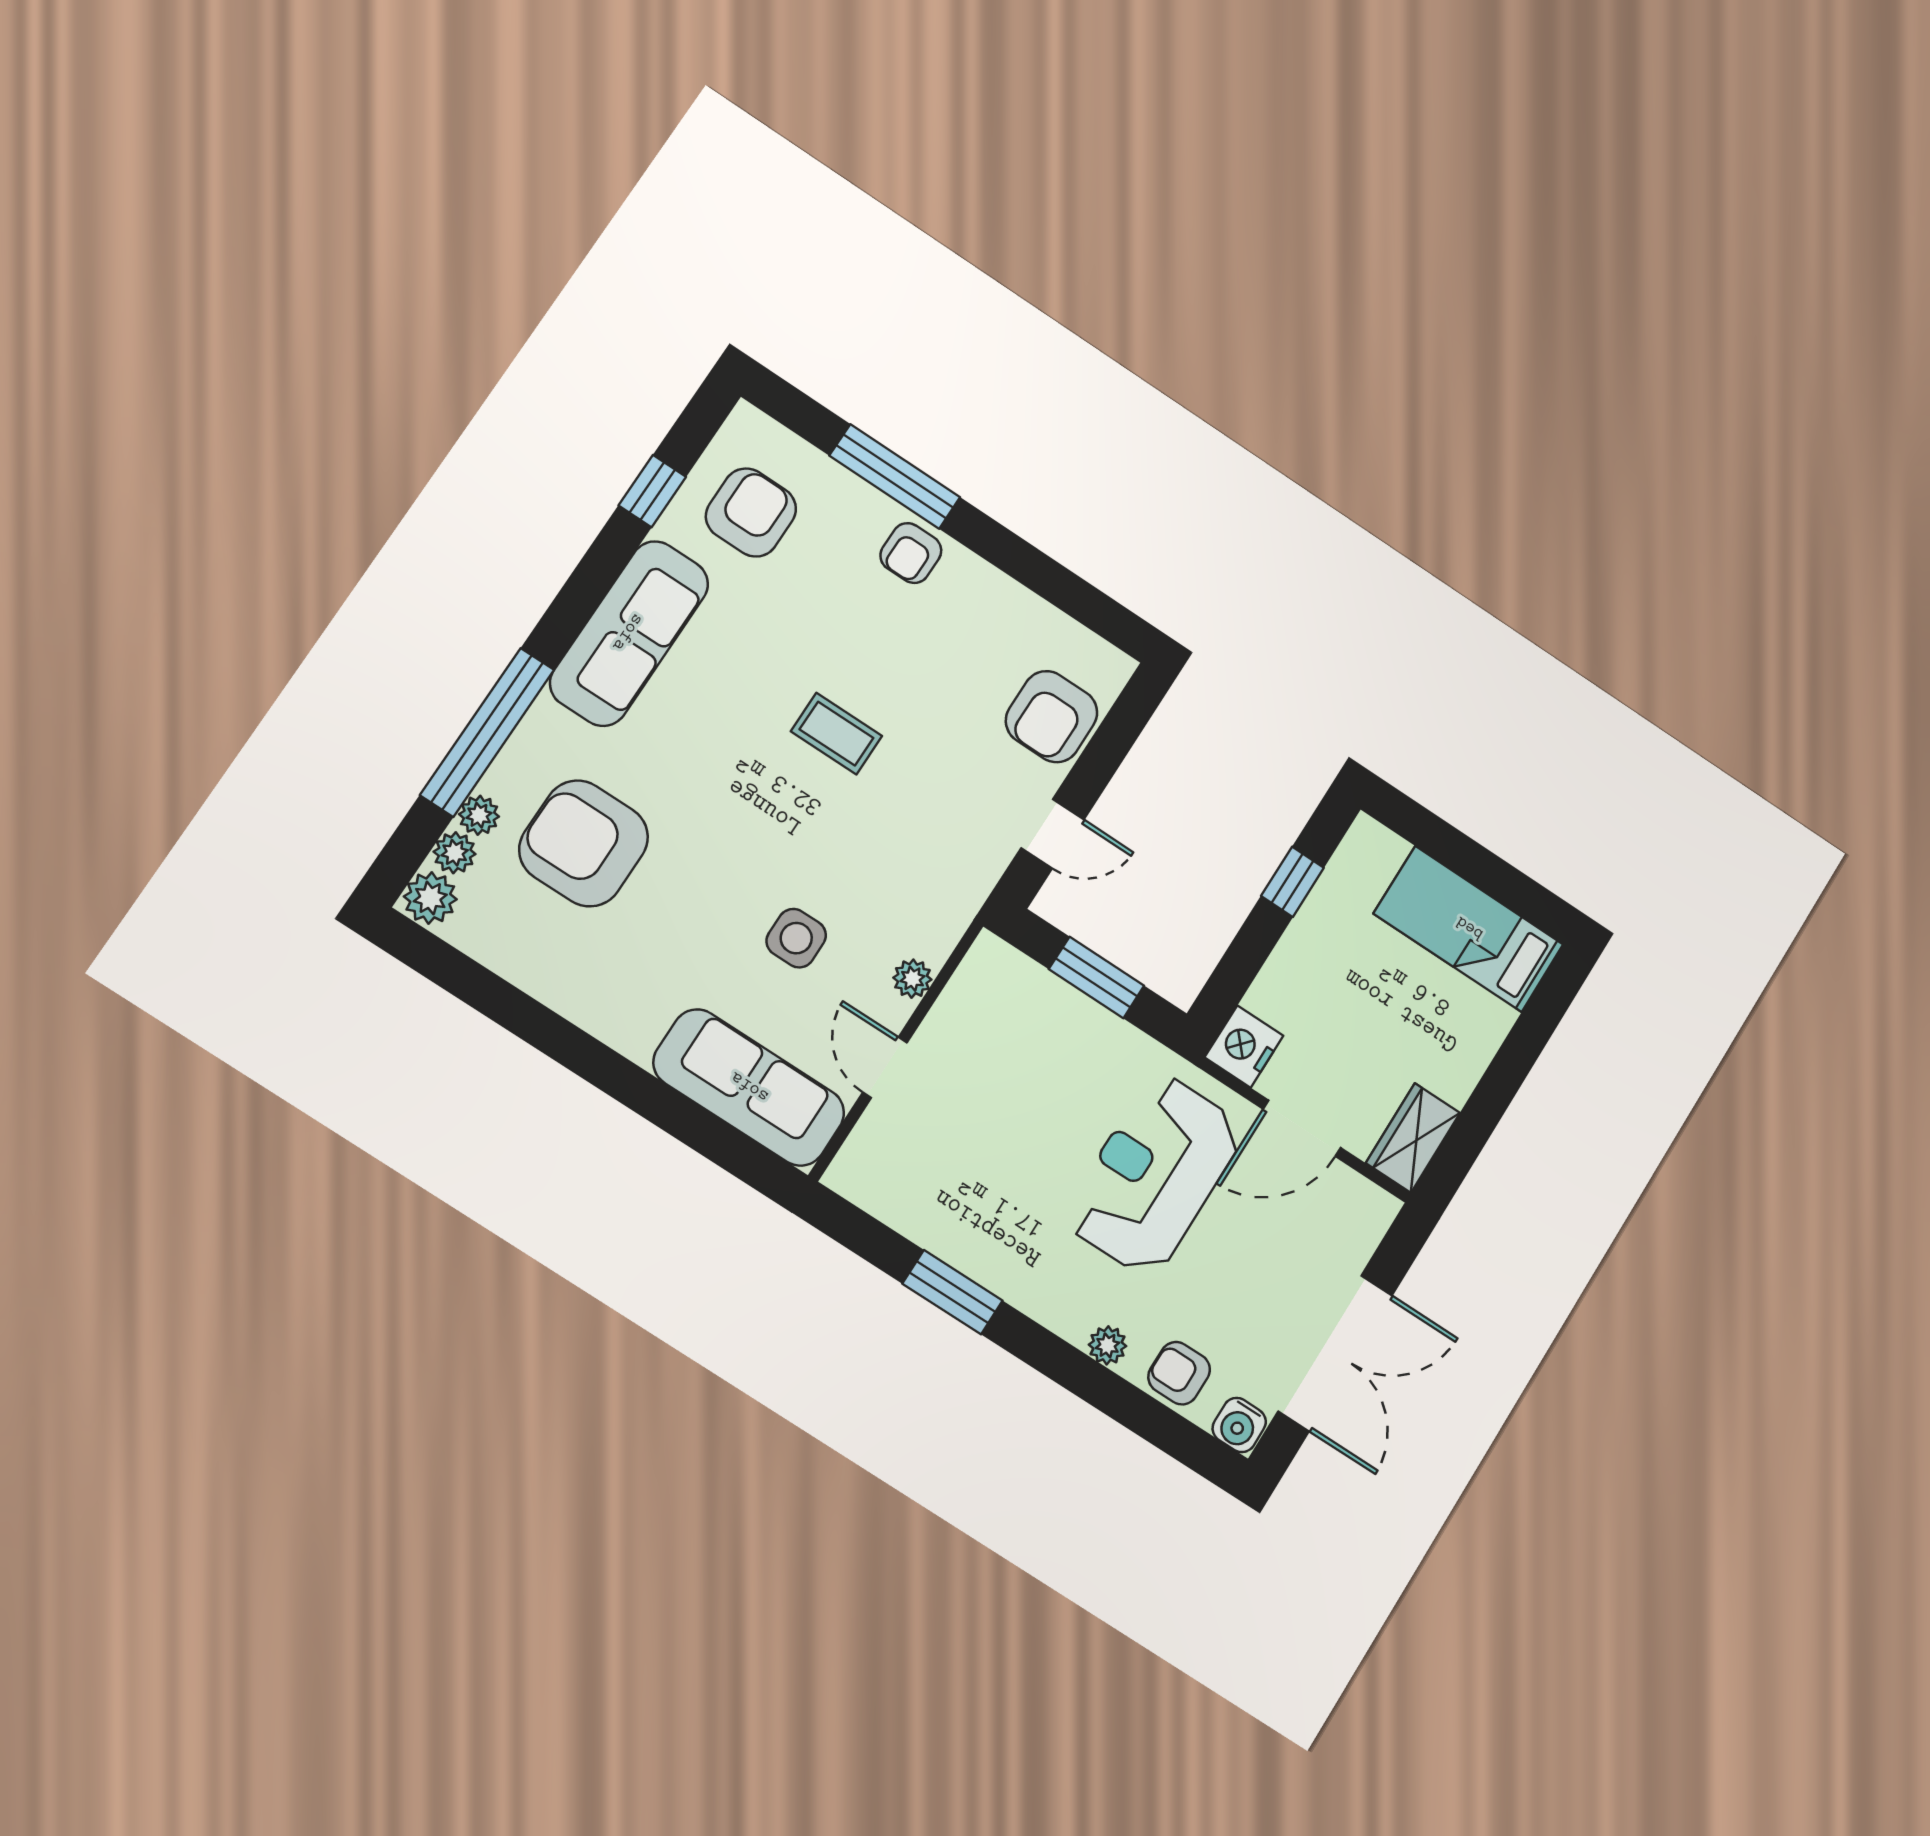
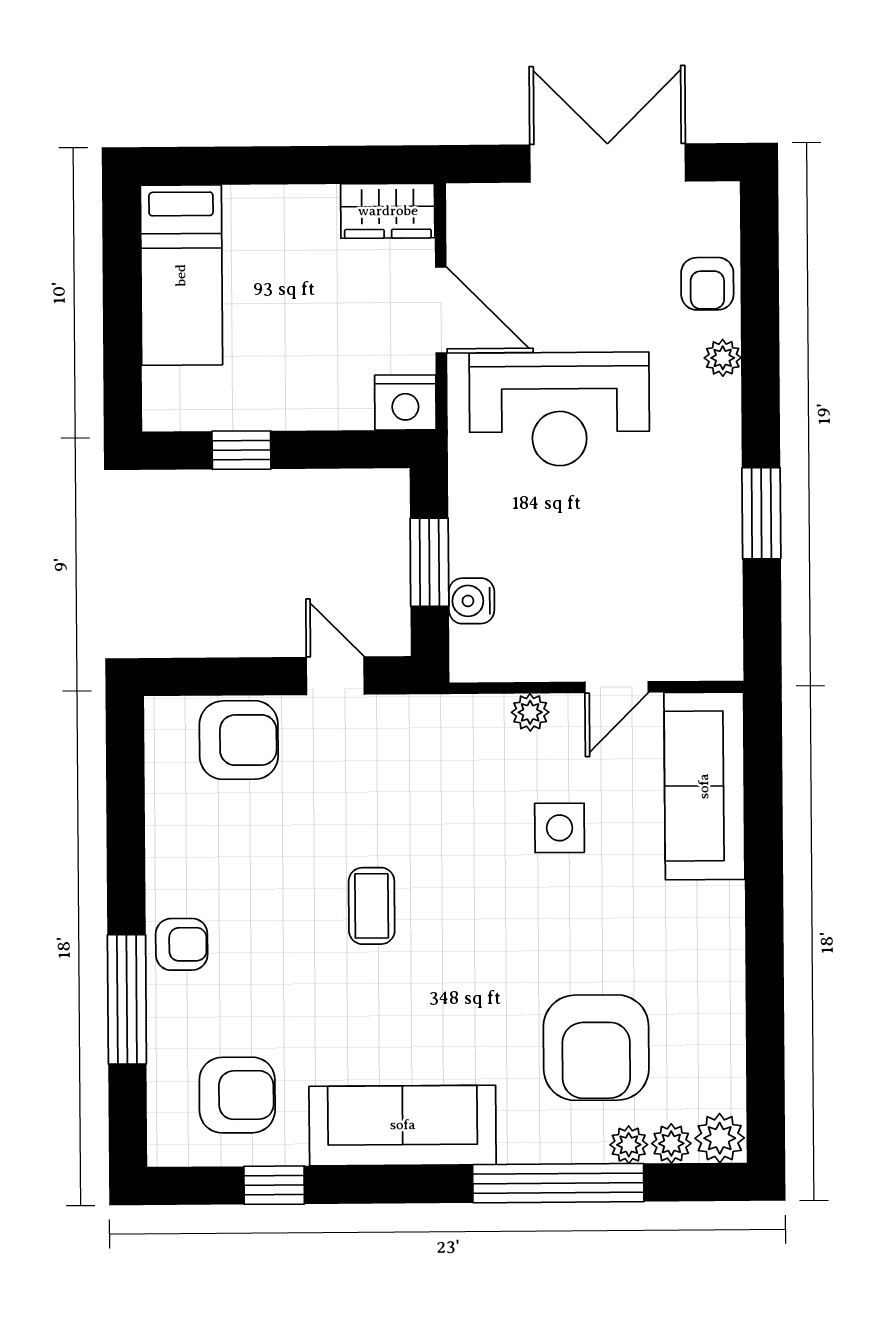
armchair: (751, 512) -> (237, 1095), turned 180
water cooler: (1239, 1425) -> (472, 601), moved, turned 180

